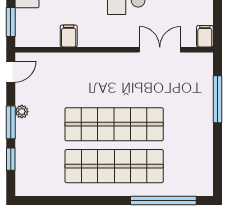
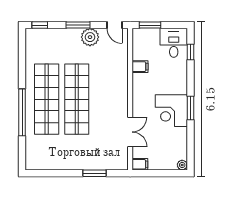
window: (217, 99) -> (95, 173), width x0.69
plant: (22, 112) -> (90, 37), width x1.88, depth x1.88
window: (11, 159) -> (40, 25), moved
window: (163, 200) -> (22, 112), moved

